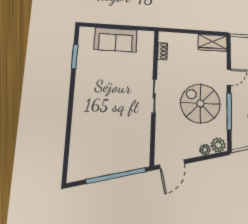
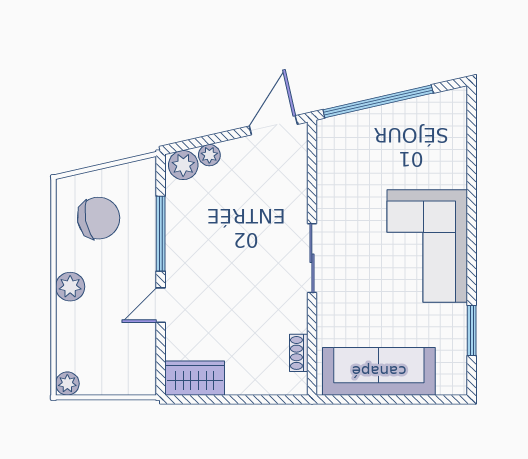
sofa: (116, 40) -> (379, 371), width x1.36
corner sofa: (95, 99) -> (427, 246), added
spiral stairs: (200, 103) -> (219, 247), removed

